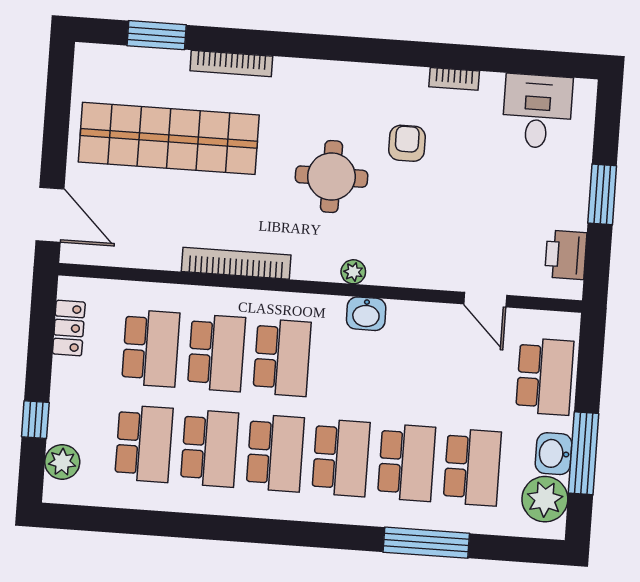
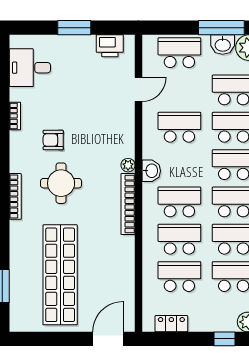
bookcase: (231, 64) -> (15, 196), moved
round table: (331, 177) -> (61, 183), moved
bookcase: (236, 263) -> (128, 204), moved
washbasin: (366, 314) -> (151, 171), moved
school desk: (413, 367) -> (179, 127), added

